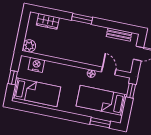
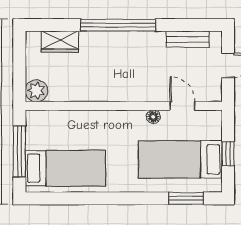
window: (82, 19) -> (118, 25), width x2.11
nightstand: (36, 65) -> (55, 121), removed
window: (13, 78) -> (19, 151), width x2.17
window: (131, 91) -> (228, 154), moved

